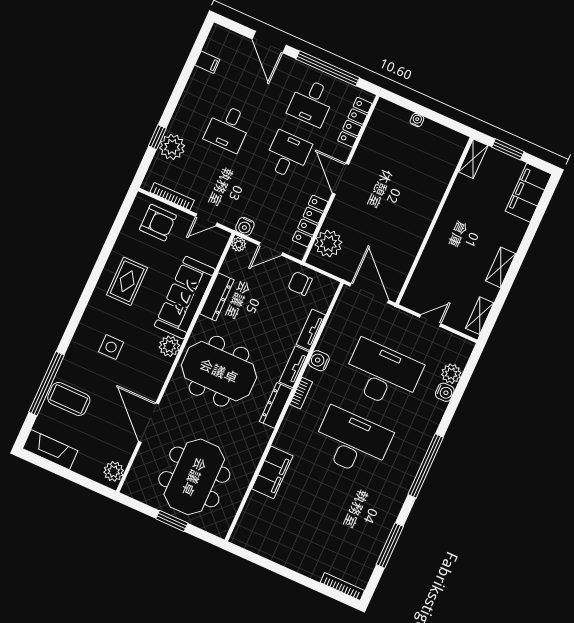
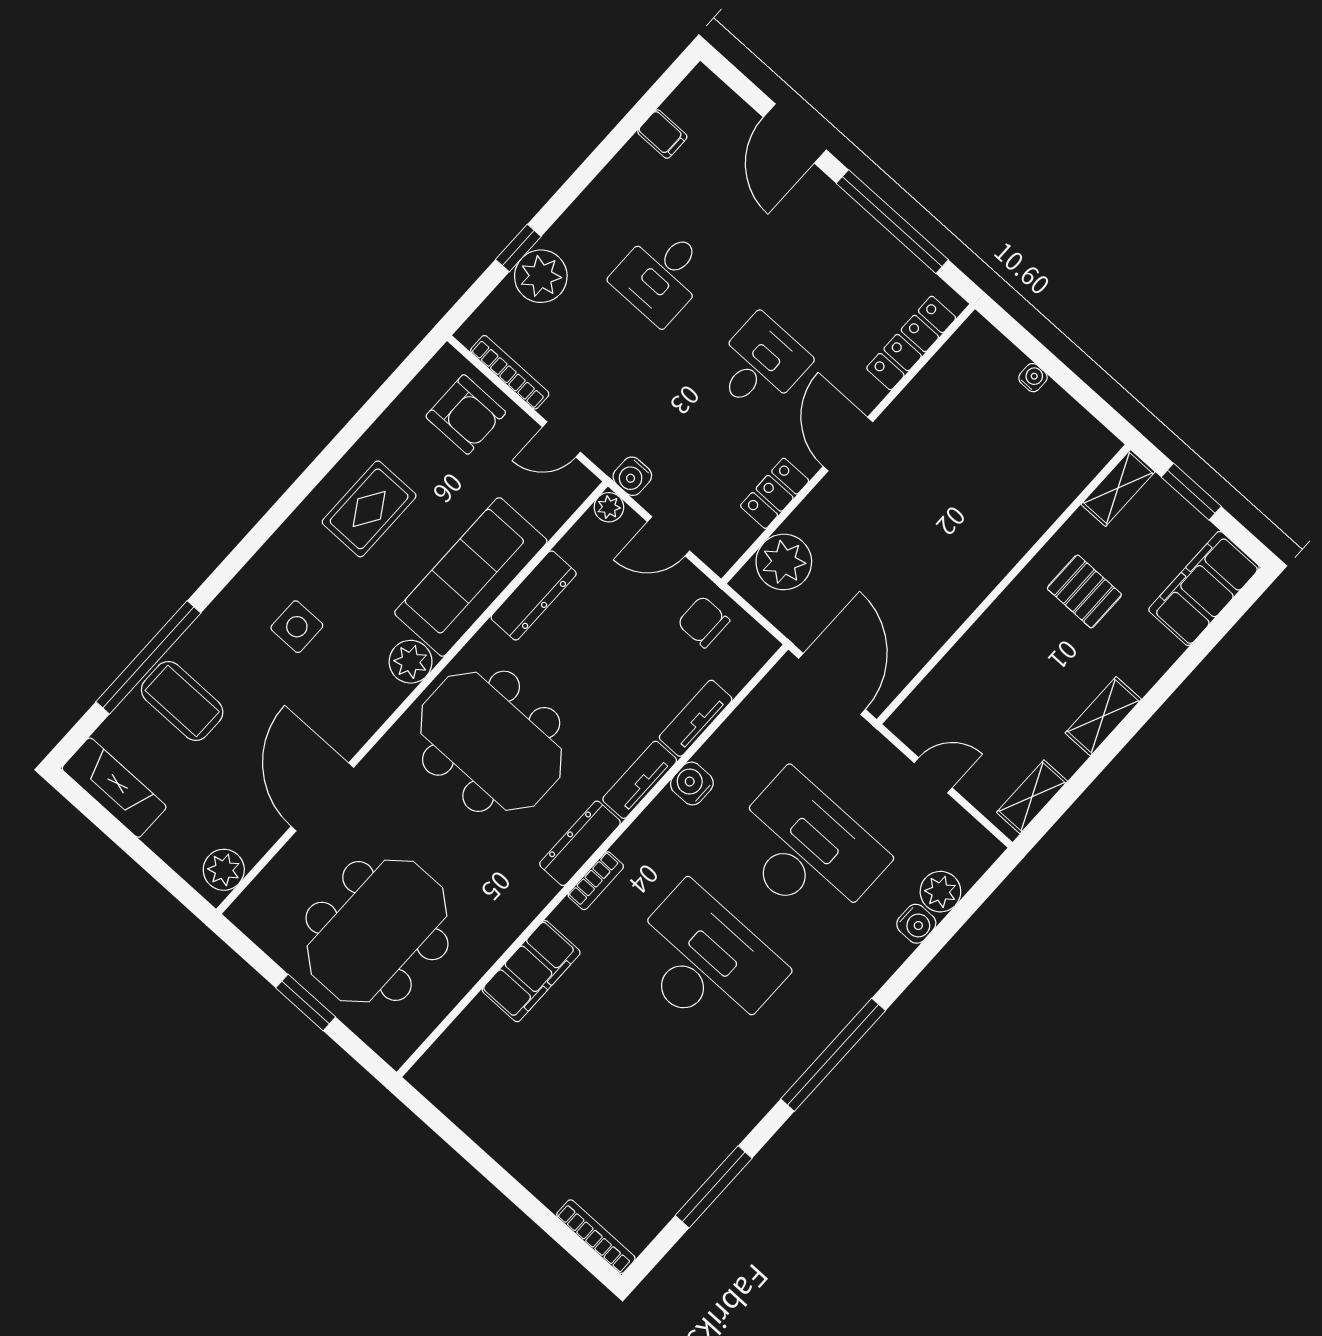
desk: (311, 102) -> (839, 277), removed
pallet: (473, 212) -> (1084, 591), added
locker: (310, 221) -> (775, 493), width x0.66
bookcase: (301, 393) -> (596, 881), moved

